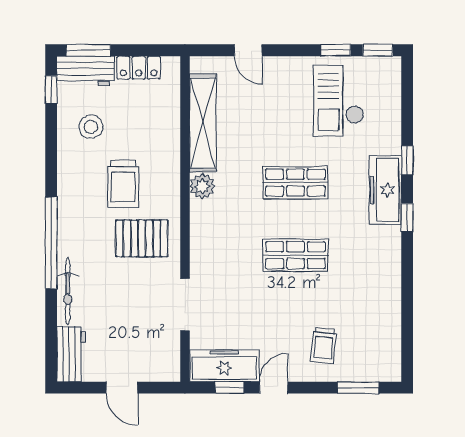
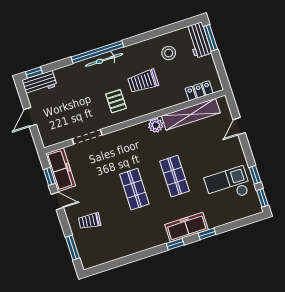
locker: (139, 68) -> (199, 91), moved, turned 90
window: (51, 90) -> (34, 73), moved
pallet: (142, 238) -> (116, 101), width x0.67, depth x0.71
bicycle: (68, 291) -> (104, 60), moved

